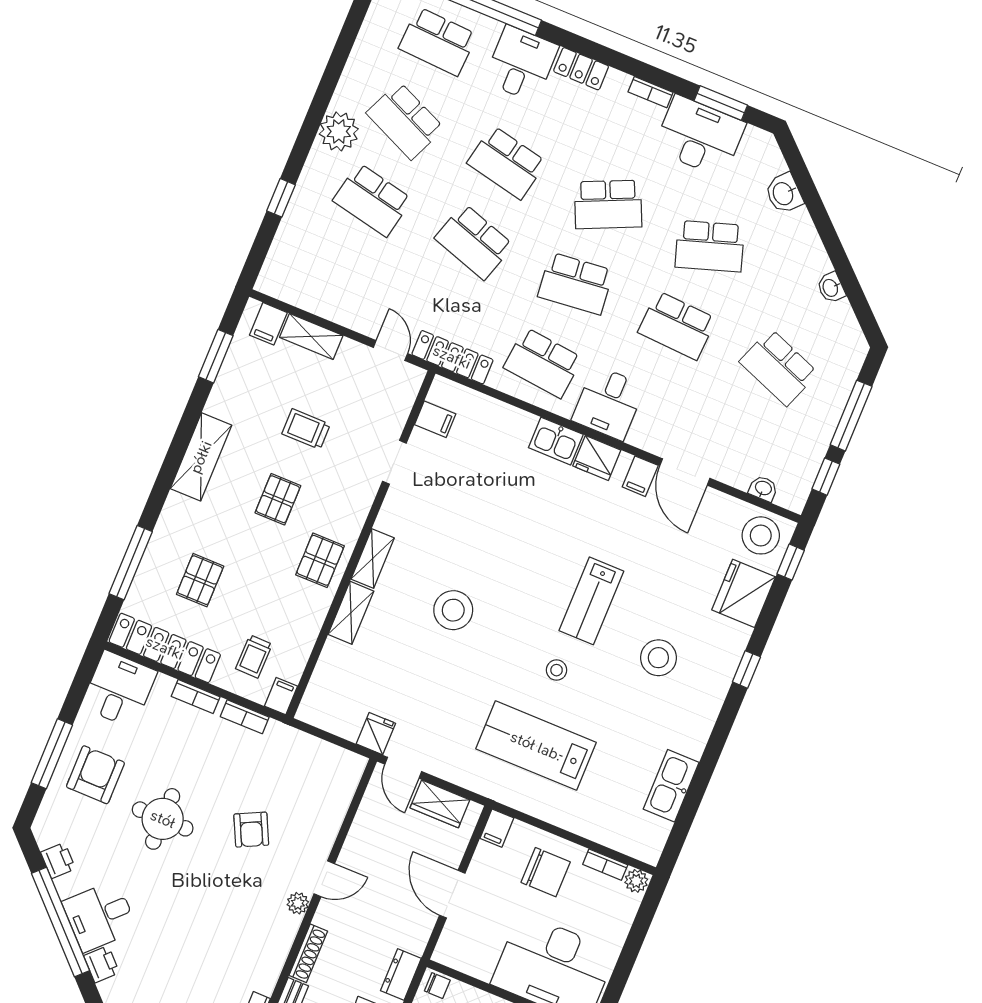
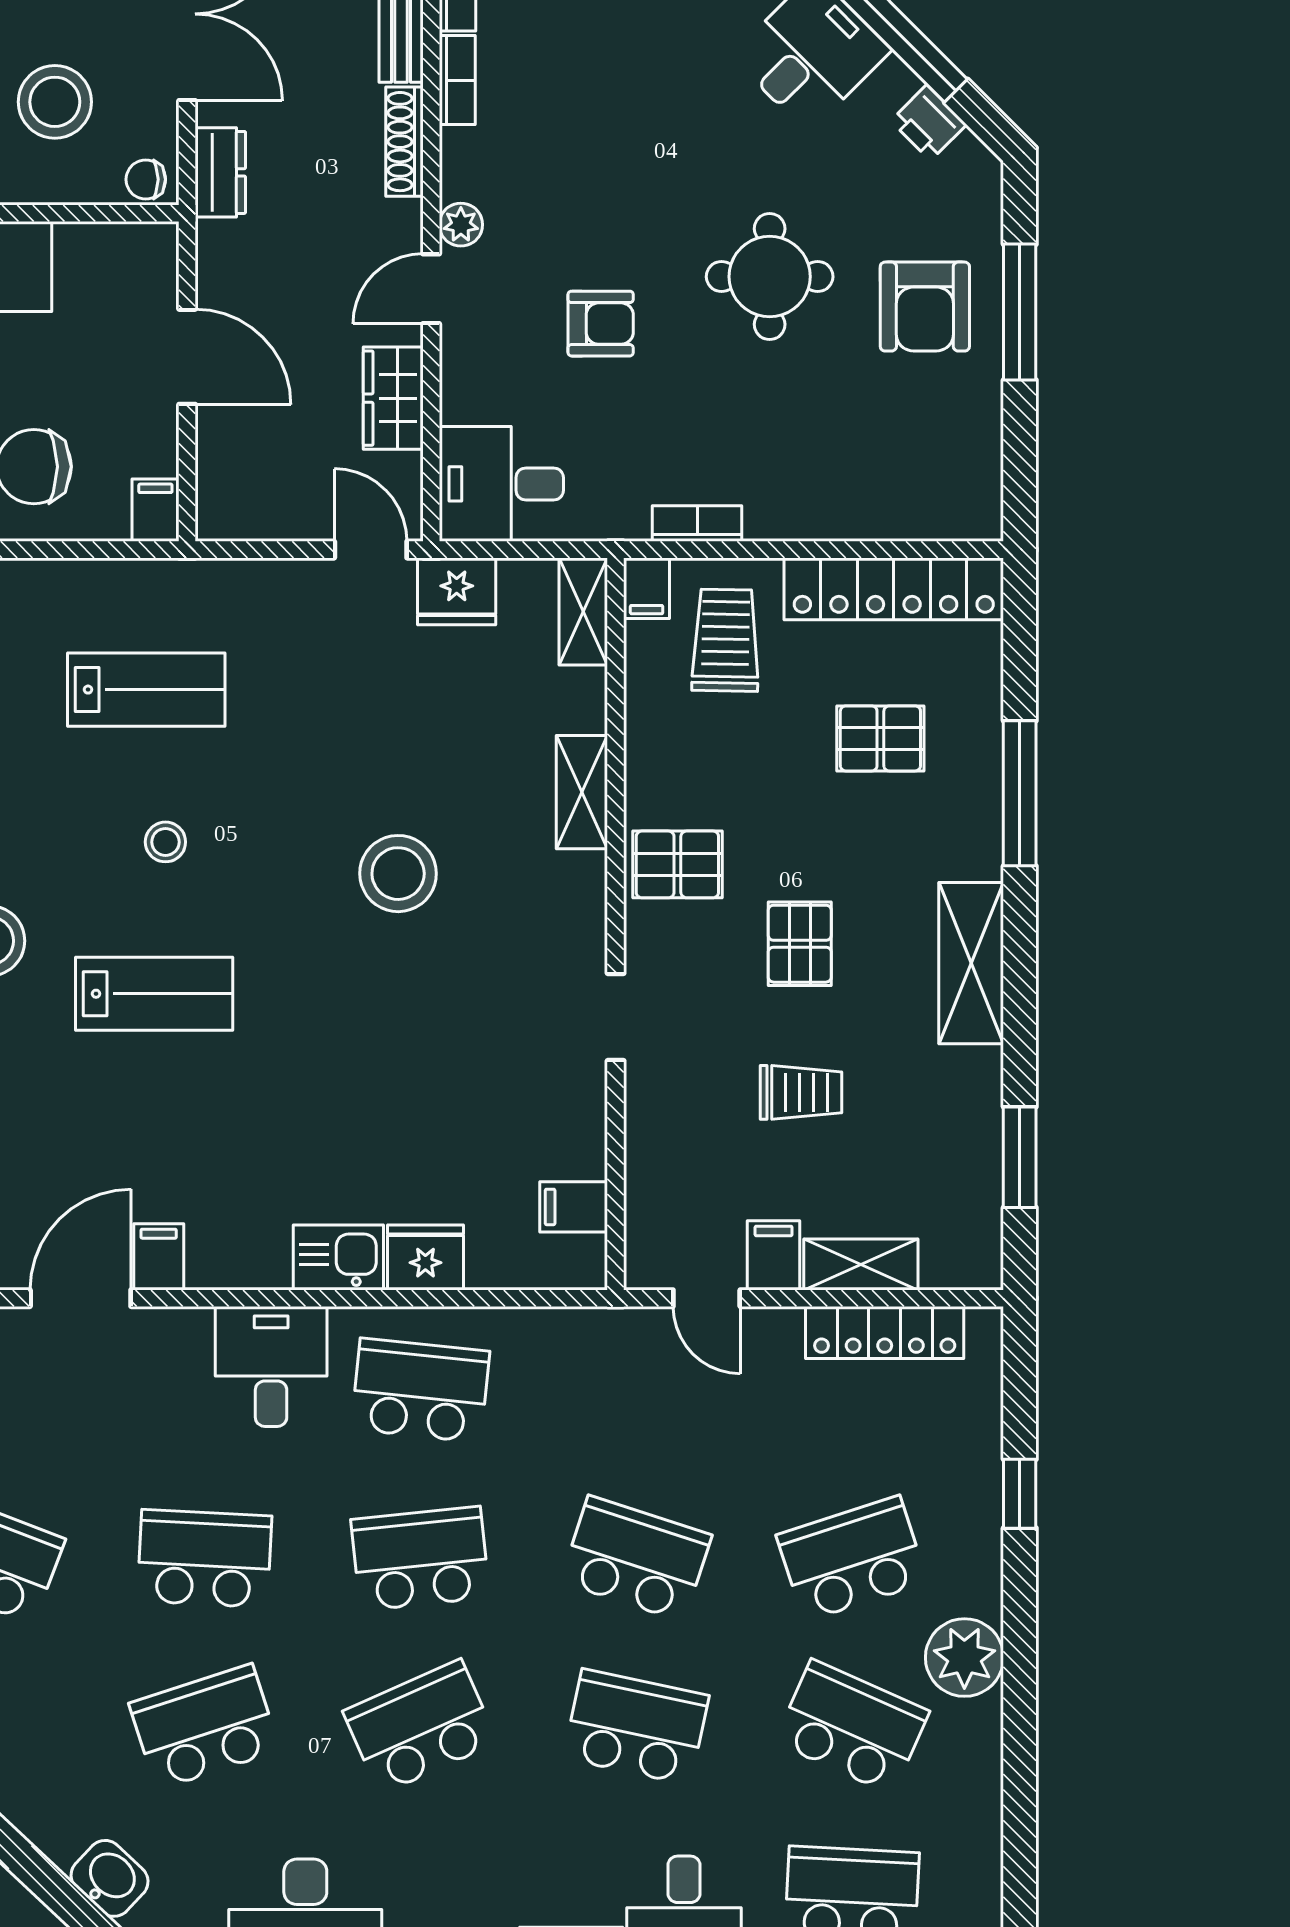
school desk: (373, 200) -> (852, 1559), turned -30
filing cabinet: (268, 324) -> (774, 1255), moved
locker: (452, 357) -> (885, 1333), moved
fridge: (597, 458) -> (425, 1257), moved
doorway: (394, 462) -> (616, 1017), moved
door: (685, 472) -> (81, 1298), hinge flipped
shelving: (373, 558) -> (583, 611), moved
pallet: (320, 560) -> (677, 864), turned 90
window: (131, 563) -> (1020, 793), moved
pallet: (200, 580) -> (880, 738), turned 90
lab bench: (591, 601) -> (154, 994), turned 90
trolley: (254, 656) -> (725, 640), width x1.36, depth x1.39
desk: (119, 689) -> (501, 484), moved, turned 90
bookcase: (196, 697) -> (457, 80), moved, turned 90
fridge: (376, 734) -> (457, 591), width x1.38
lab bench: (536, 746) -> (146, 690), width x0.73, depth x0.72
wardrobe: (440, 804) -> (393, 398), moved, turned -90
armchair: (251, 830) -> (601, 324), turned 116

